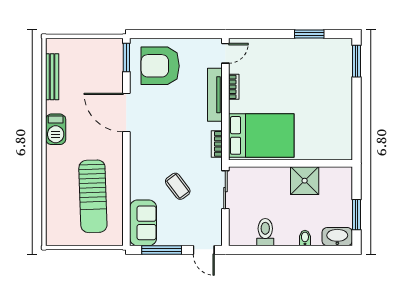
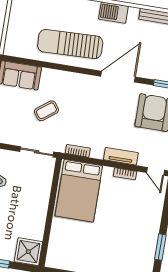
tv unit: (215, 95) -> (121, 156), width x0.71
shower: (305, 181) -> (28, 252), moved
sun lounger: (93, 196) -> (70, 44), moved

